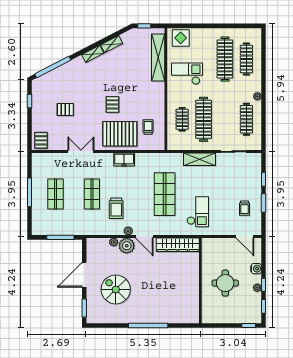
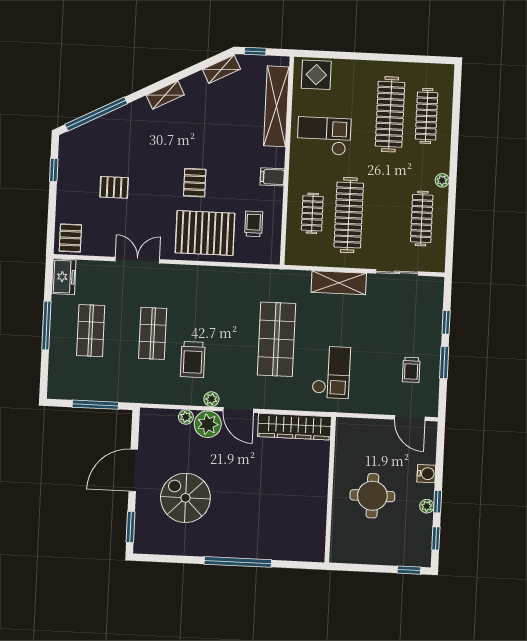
shelving: (112, 44) -> (221, 69), moved
filing cabinet: (158, 99) -> (272, 177), added
freezer: (124, 159) -> (64, 277), moved, turned -90

